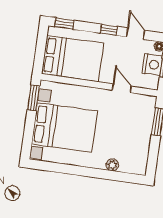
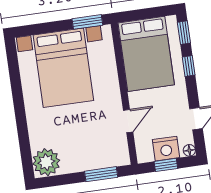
window: (109, 30) -> (189, 66), moved
plant: (112, 165) -> (46, 162), moved, width x1.87, depth x1.87

